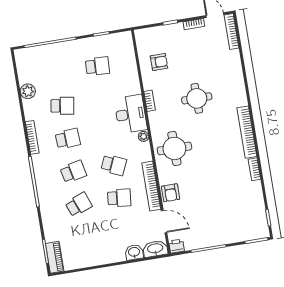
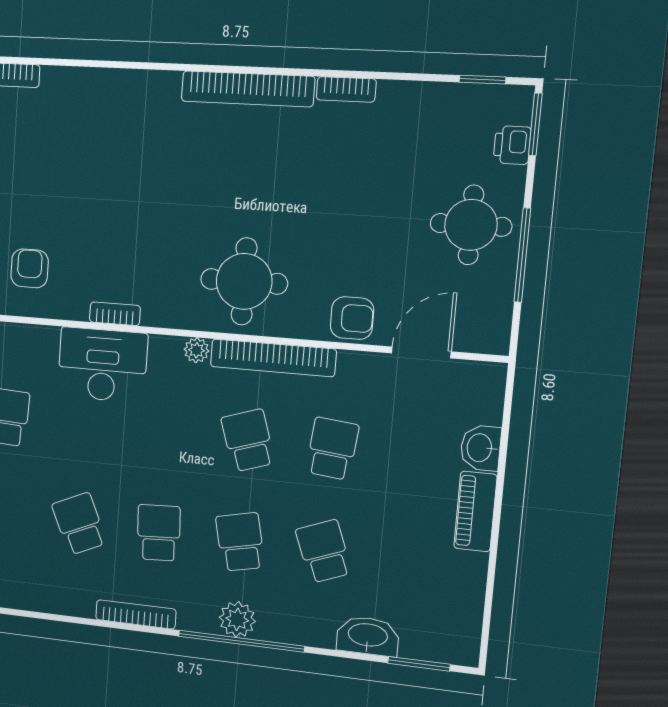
plant: (28, 91) -> (237, 619), moved
round table: (197, 98) -> (471, 225), moved
school desk: (62, 106) -> (79, 524), turned -33
desk: (131, 114) -> (102, 365), moved
school desk: (114, 165) -> (248, 440), turned -42
bookcase: (151, 186) -> (273, 358), moved
printer: (177, 246) -> (512, 145), moved
washbasin: (155, 249) -> (368, 636), moved, turned 90
piano: (55, 257) -> (475, 511), moved, turned -90

